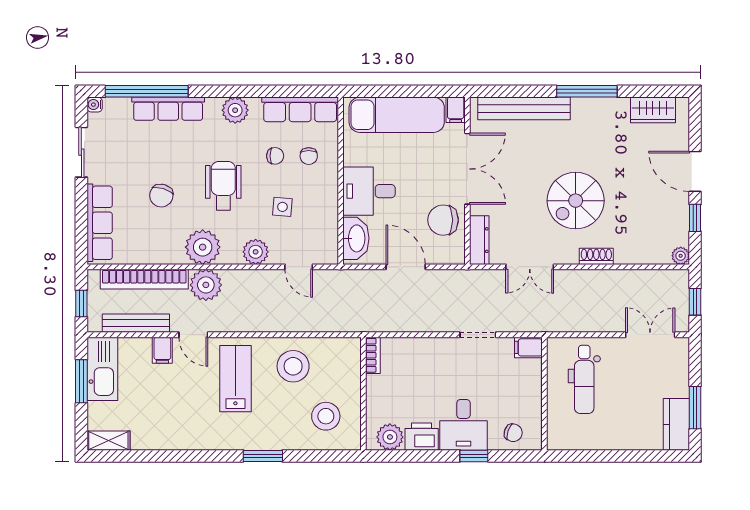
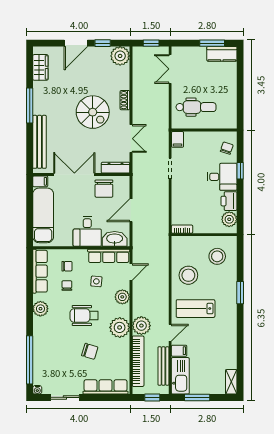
row of seats: (168, 109) -> (109, 256), moved, turned 90
plant: (681, 256) -> (120, 56), width x1.88, depth x1.88
kitchen sink: (102, 369) -> (180, 376), moved, turned 90

